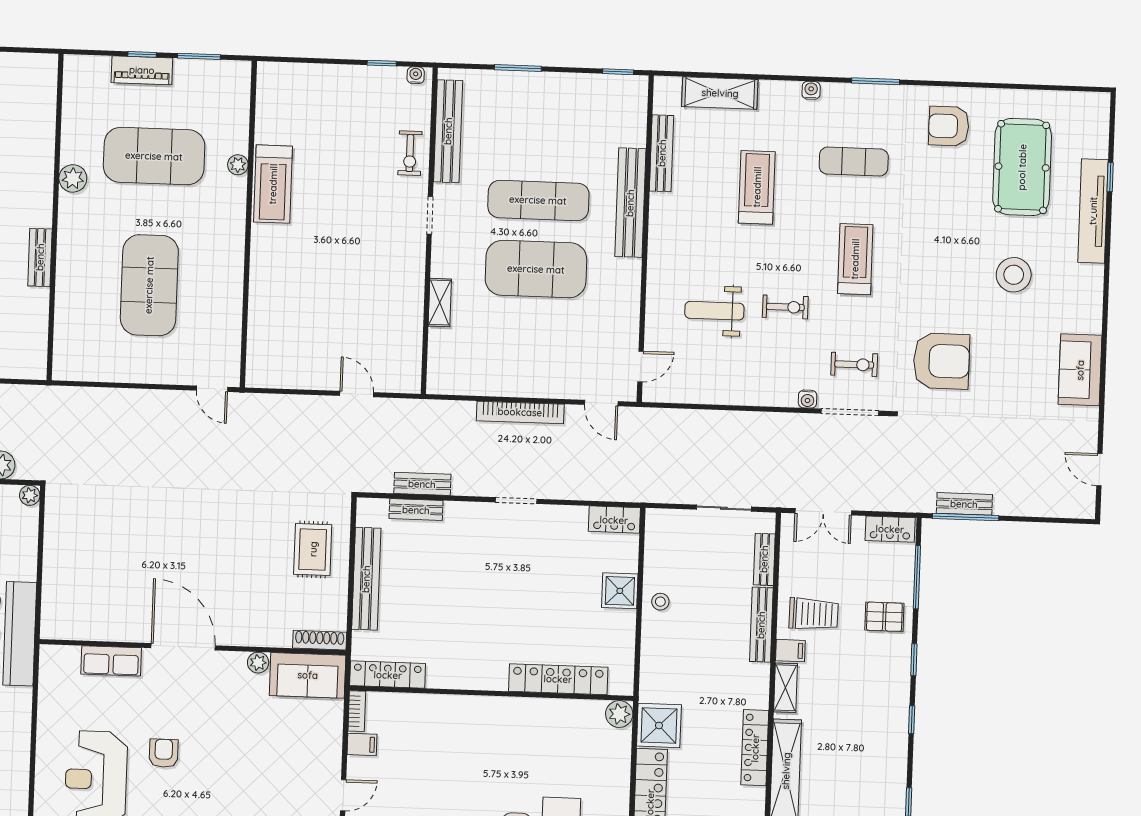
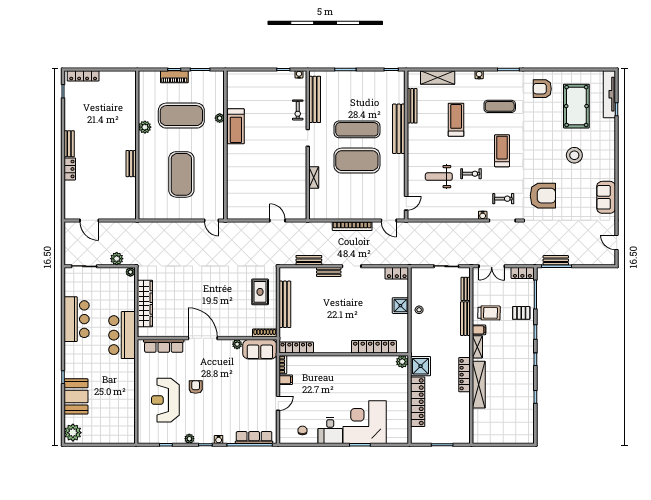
tv unit: (1093, 211) -> (609, 94), moved
bench: (416, 510) -> (329, 272), moved
wardrobe: (59, 566) -> (145, 304), added
row of seats: (111, 661) -> (164, 346), width x1.48

